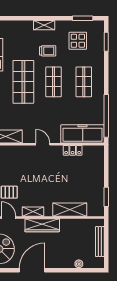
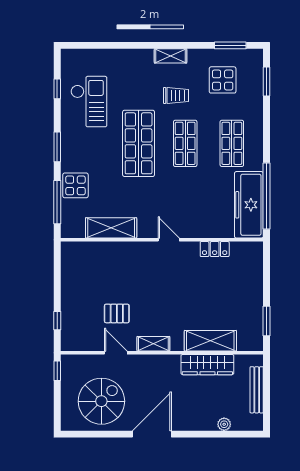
freezer: (83, 134) -> (249, 205), moved, turned -90
wardrobe: (42, 225) -> (207, 365), moved

